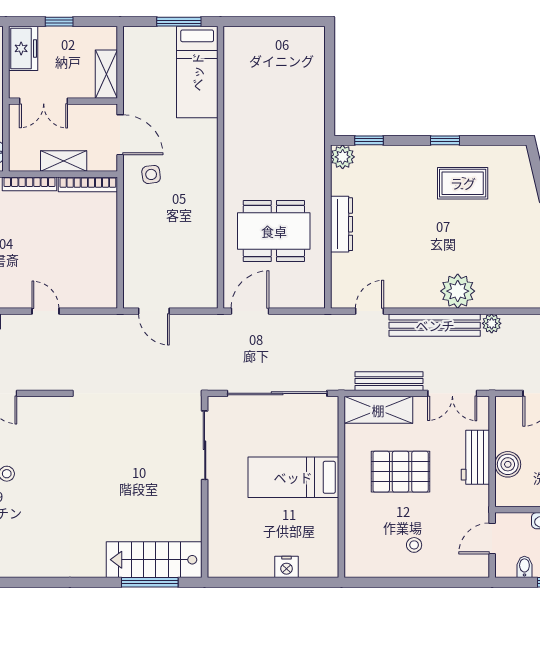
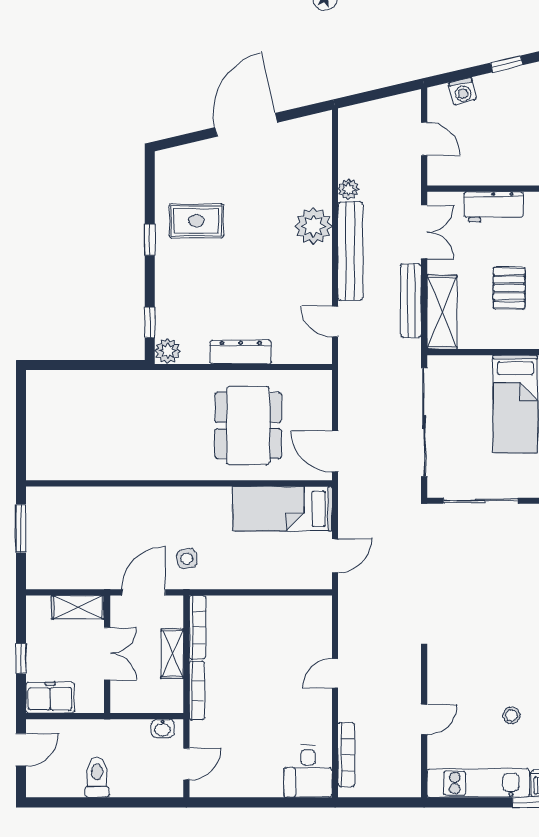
bed: (197, 72) -> (282, 509), moved, turned 180
double door: (44, 101) -> (107, 654), moved
rug: (463, 183) -> (196, 221), turned 90
boiler: (508, 464) -> (501, 172), removed
pallet: (401, 472) -> (509, 288), width x0.67, depth x0.71

